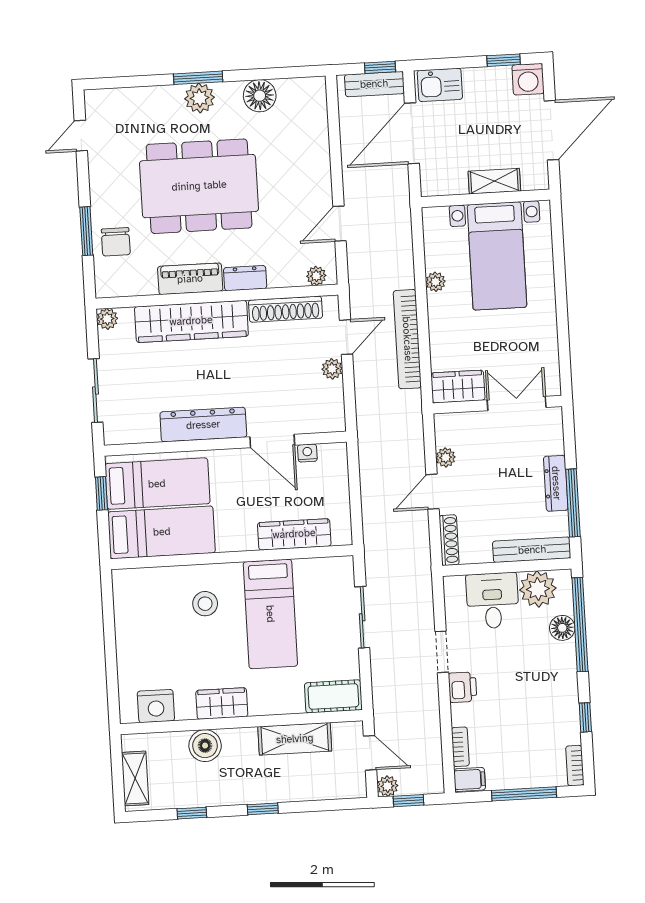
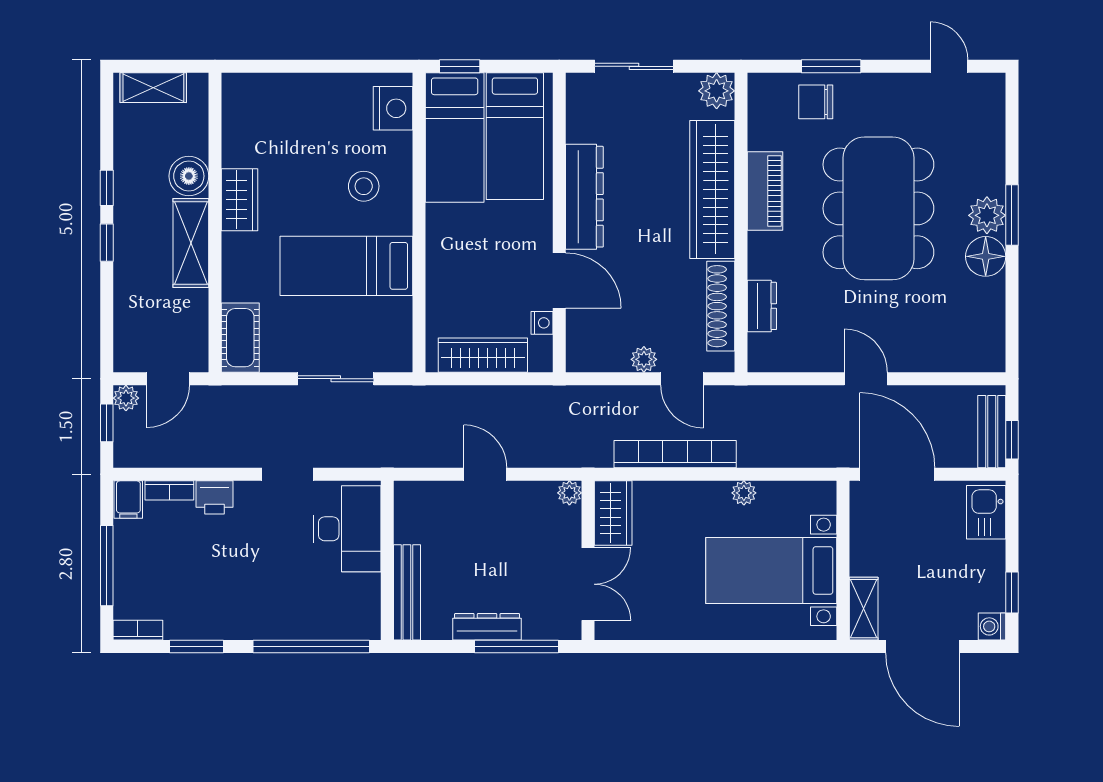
washing machine: (528, 79) -> (992, 626), width x0.73, depth x0.73
floor lamp: (260, 96) -> (986, 256), moved
door: (412, 133) -> (897, 474), moved
shelving: (494, 181) -> (864, 609), moved
door: (339, 224) -> (866, 379), moved
plant: (316, 276) -> (760, 347), removed
dresser: (245, 278) -> (762, 306), moved
plant: (107, 319) -> (717, 91), width x1.38, depth x1.38
door: (272, 441) -> (559, 280), swing flipped
plant: (446, 457) -> (569, 493), moved
window: (101, 493) -> (460, 66), moved
window: (573, 503) -> (517, 646), moved
wardrobe: (294, 534) -> (483, 355), moved, turned -90
shoe rack: (449, 540) -> (425, 491), removed
plant: (538, 589) -> (358, 597), removed
desk: (493, 601) -> (347, 529), width x1.37
floor lamp: (562, 628) -> (308, 625), removed
printer: (463, 687) -> (215, 497), moved
nightstand: (156, 706) -> (393, 108), moved, turned 180
window: (585, 717) -> (196, 646), width x1.50
shelving: (295, 739) -> (191, 243), moved
window: (192, 813) -> (107, 188), moved

